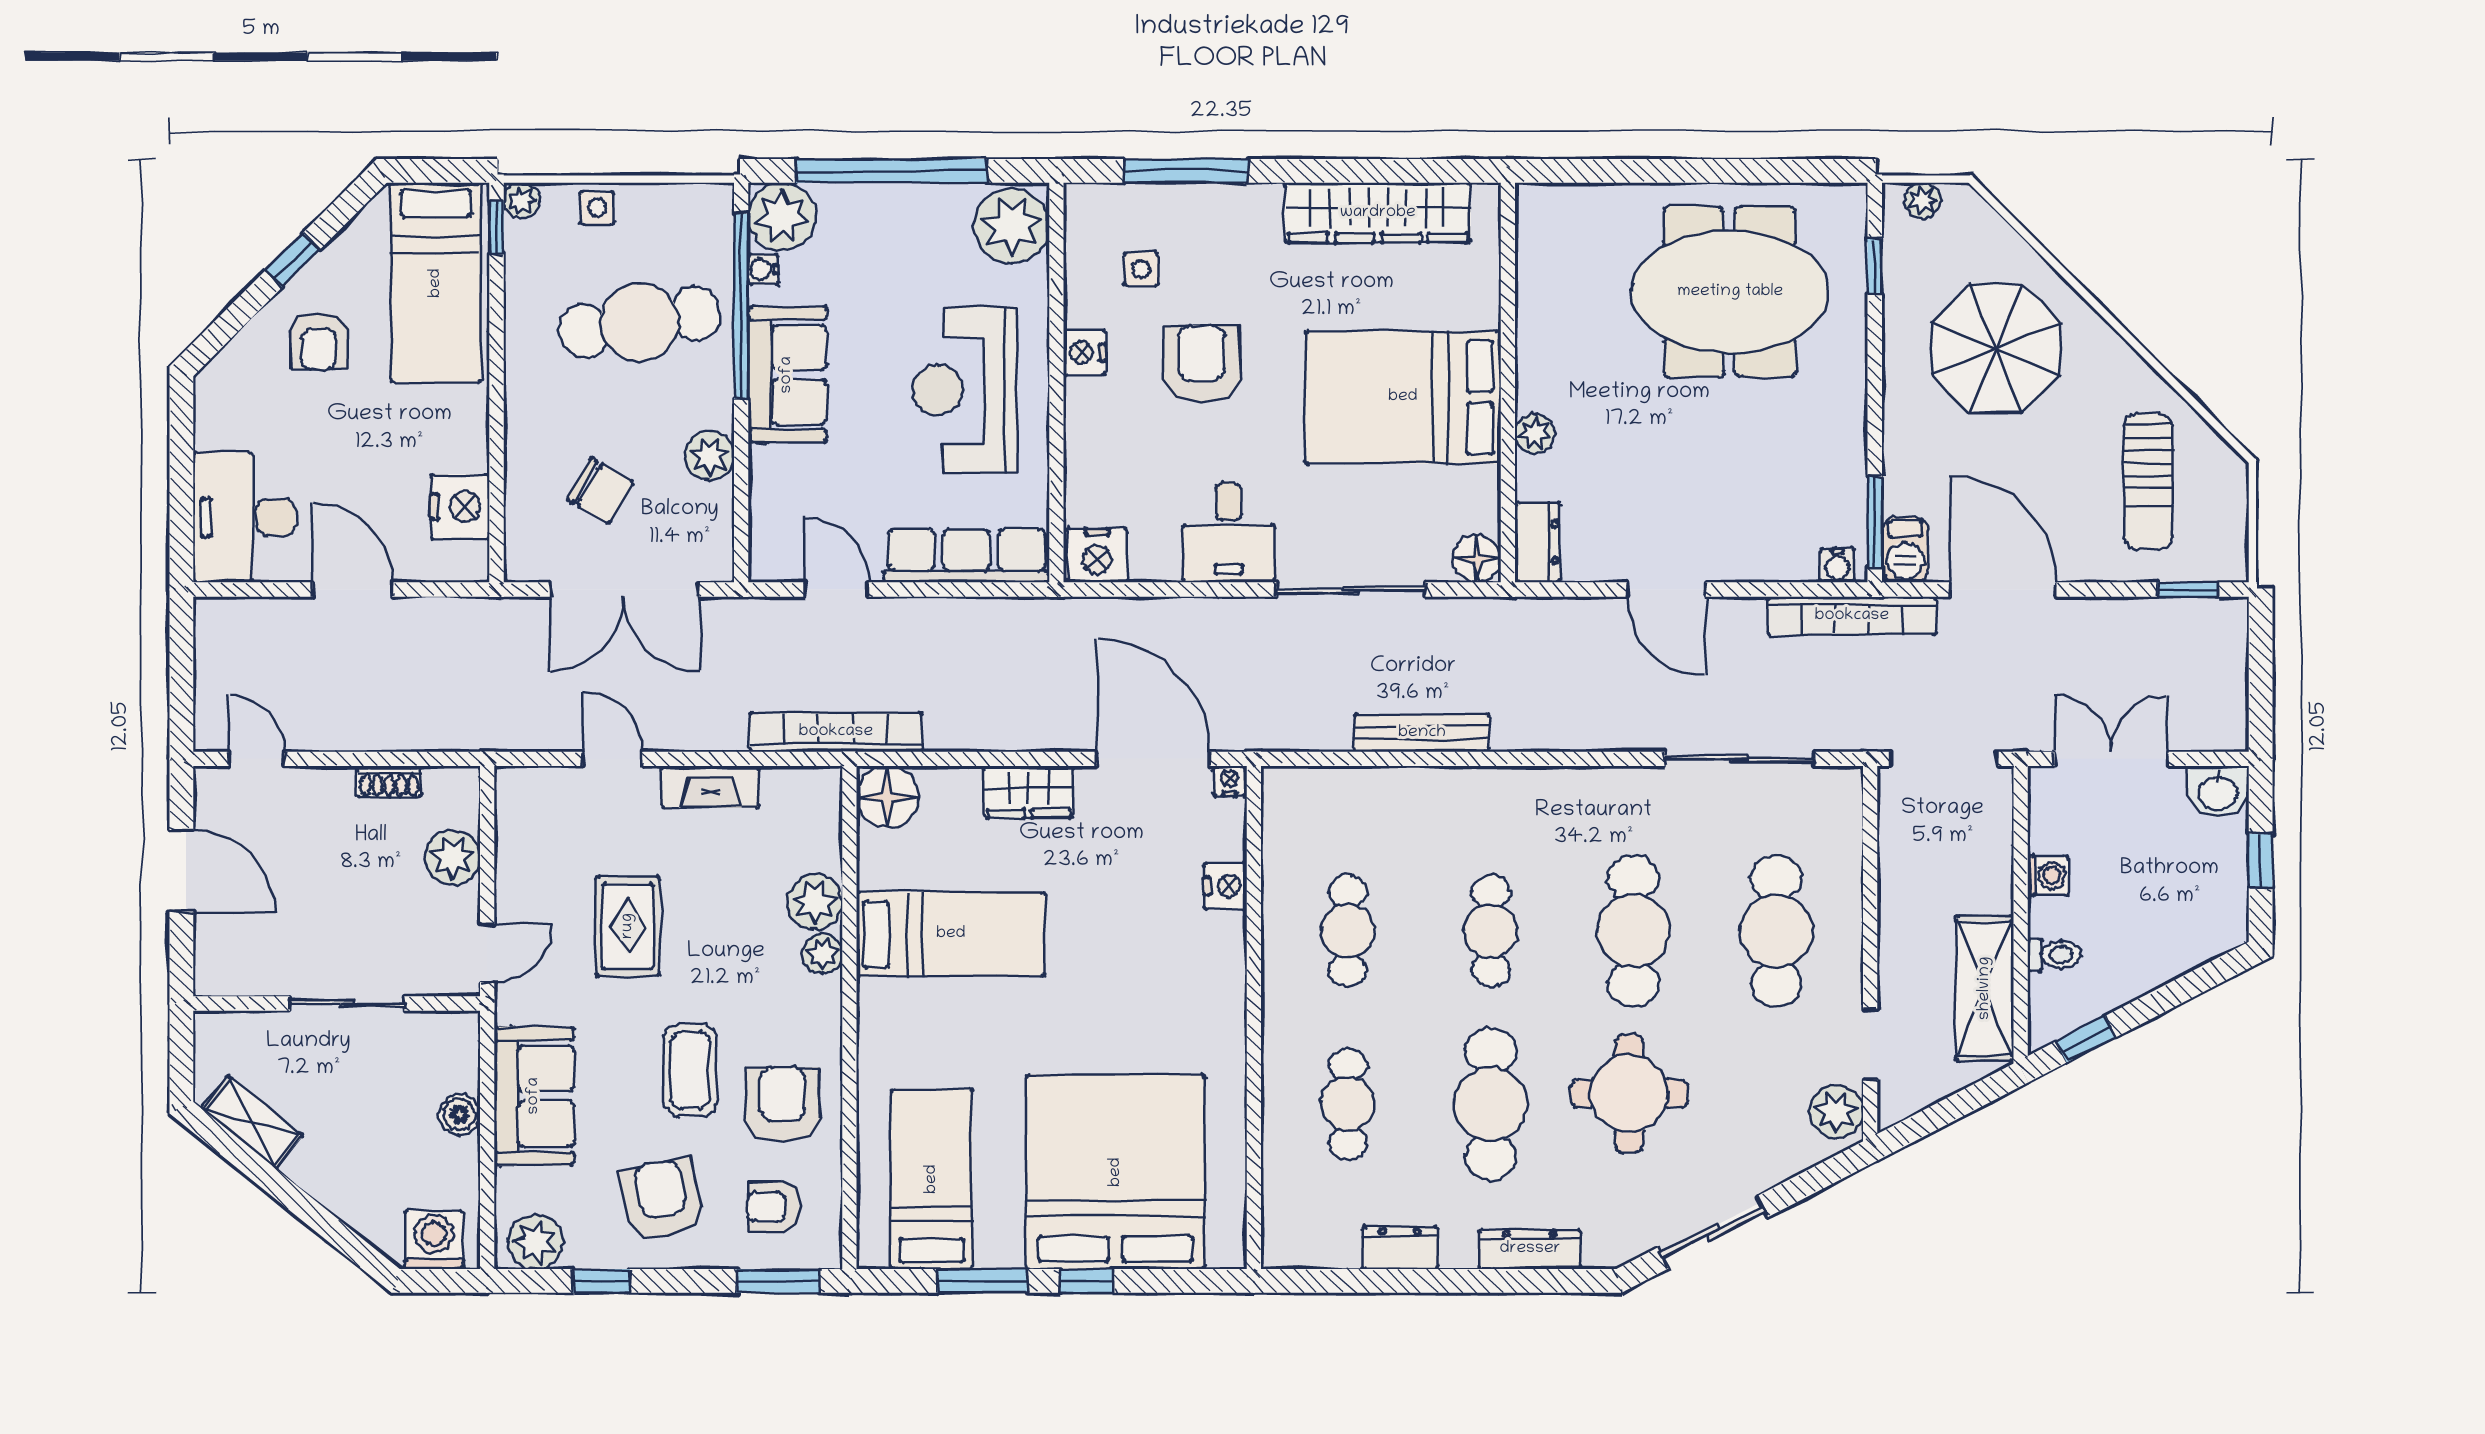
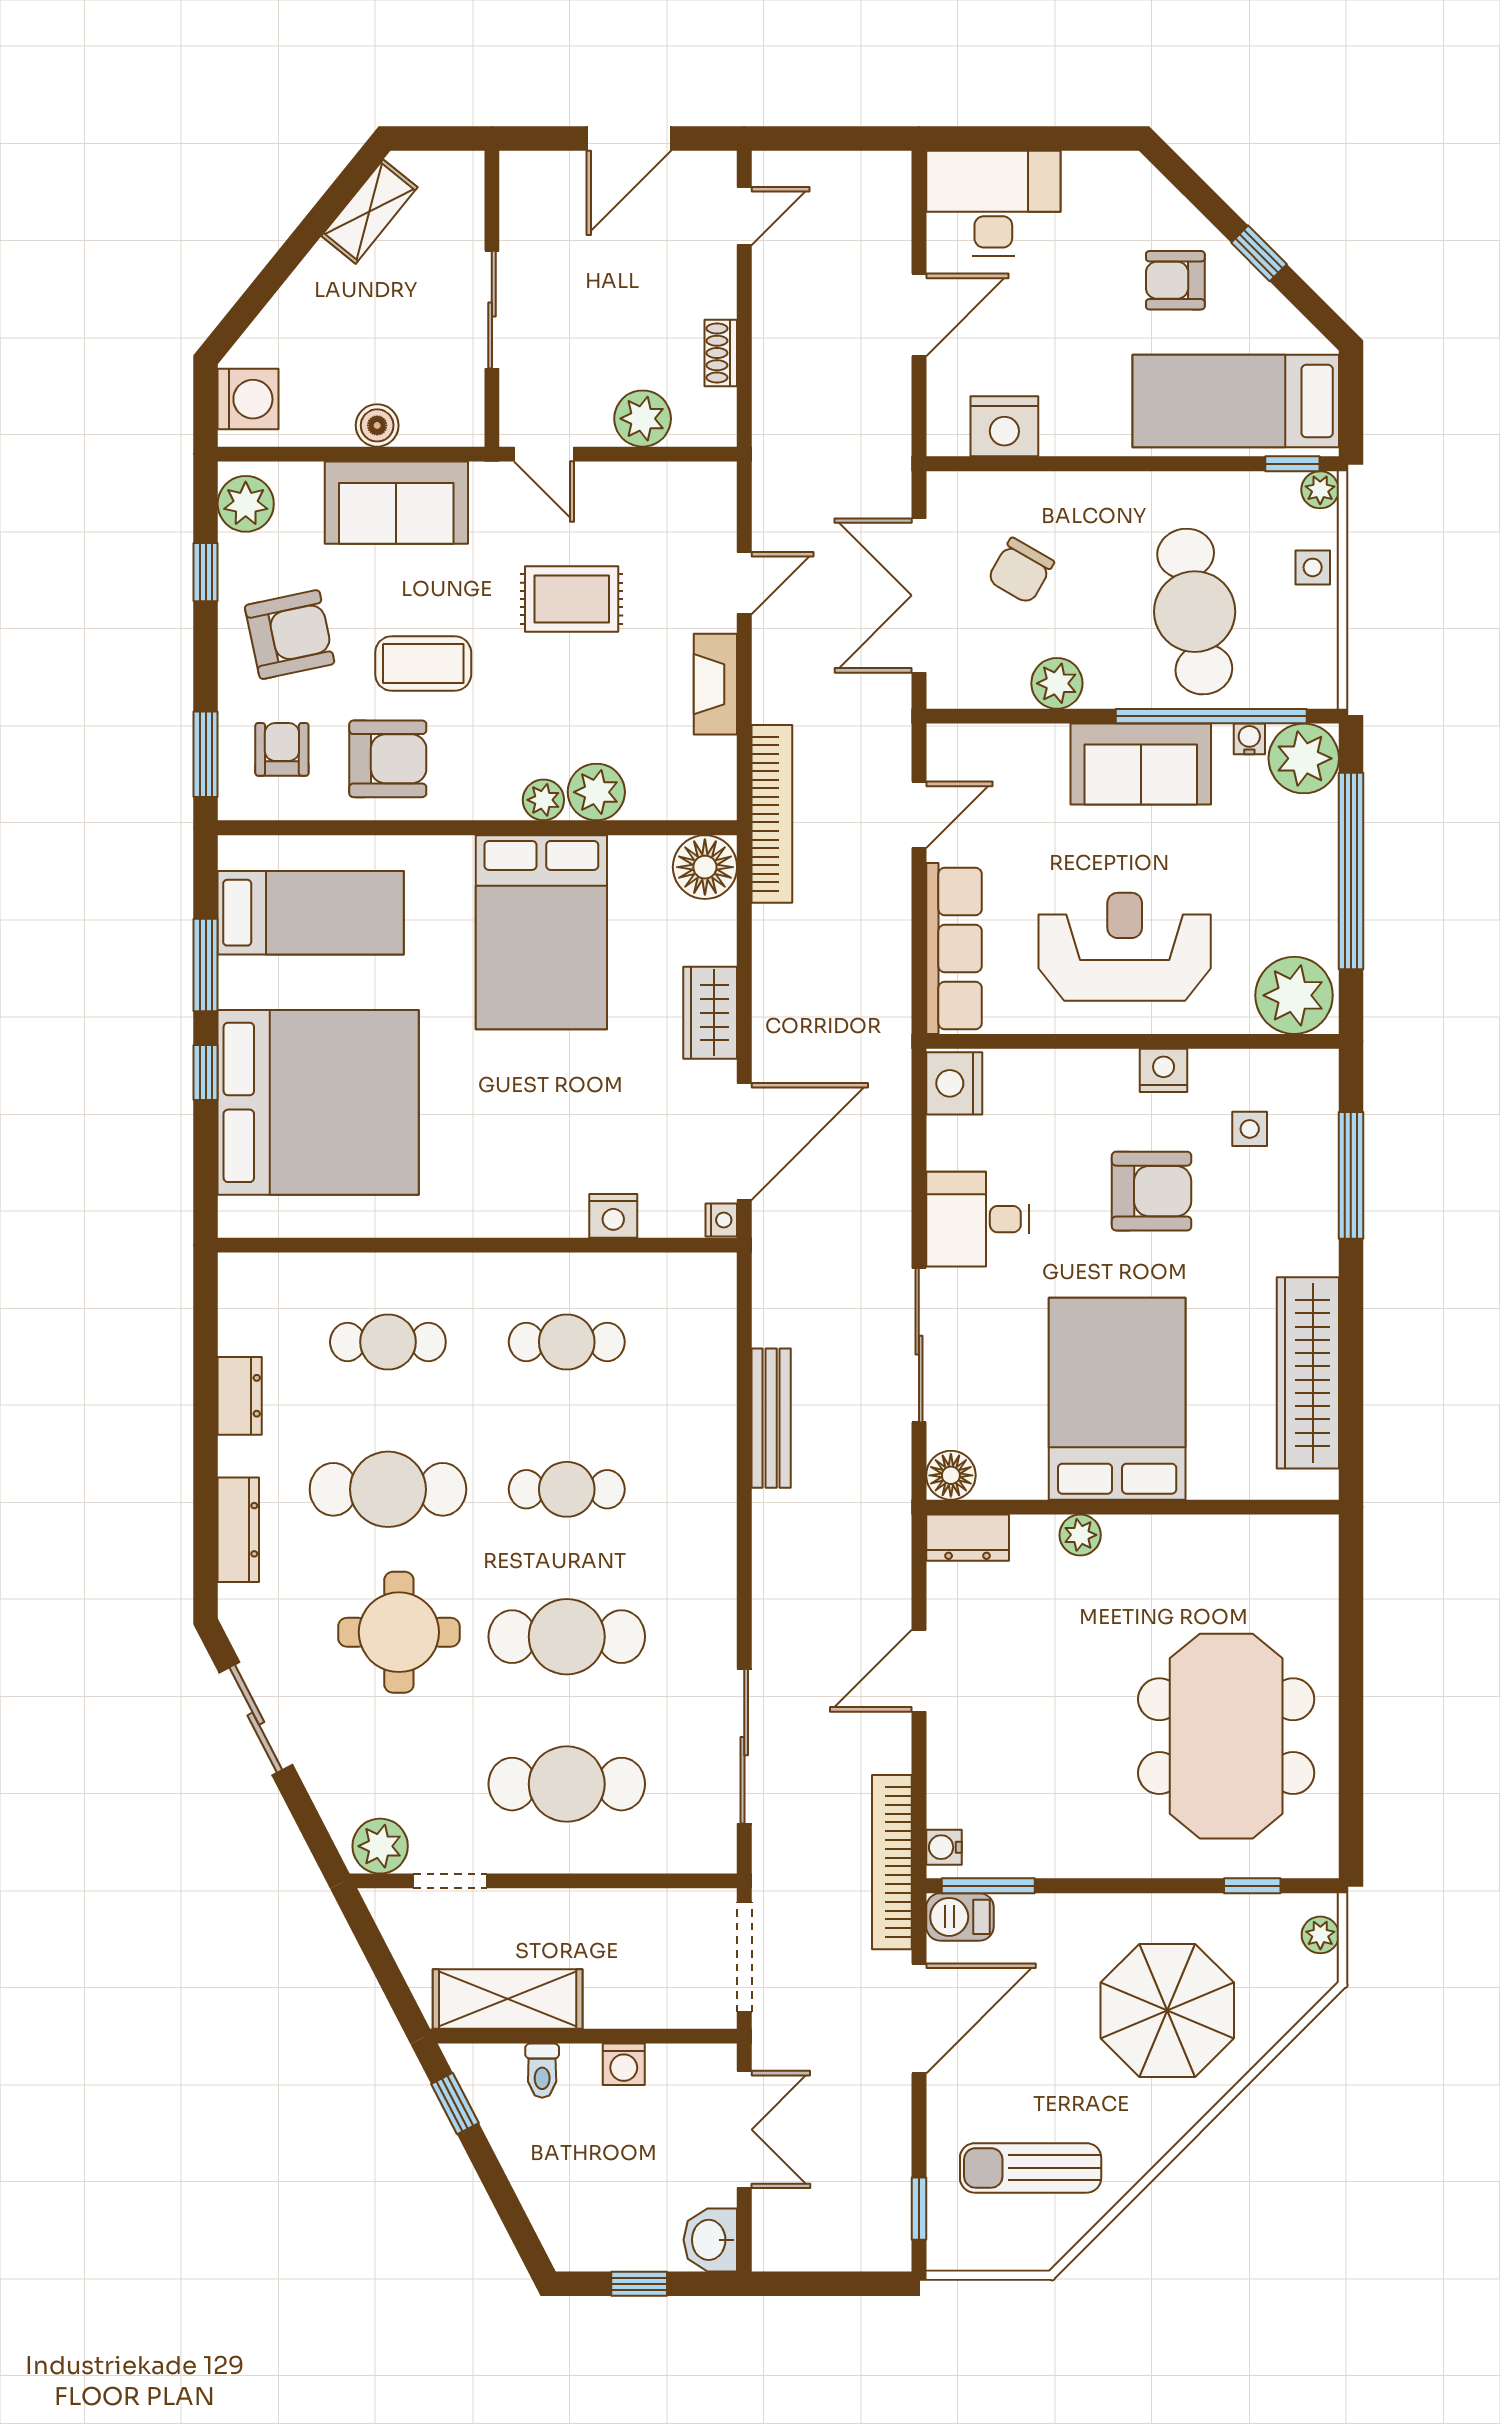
bed: (951, 934) -> (541, 932), width x1.50

